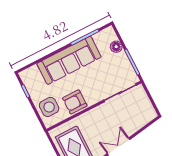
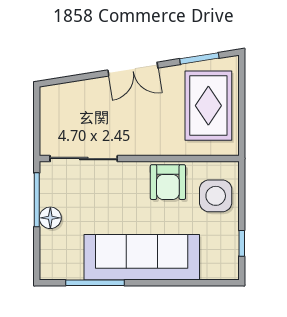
floor lamp: (116, 47) -> (50, 218), moved
armchair: (75, 102) -> (168, 182), turned 90

